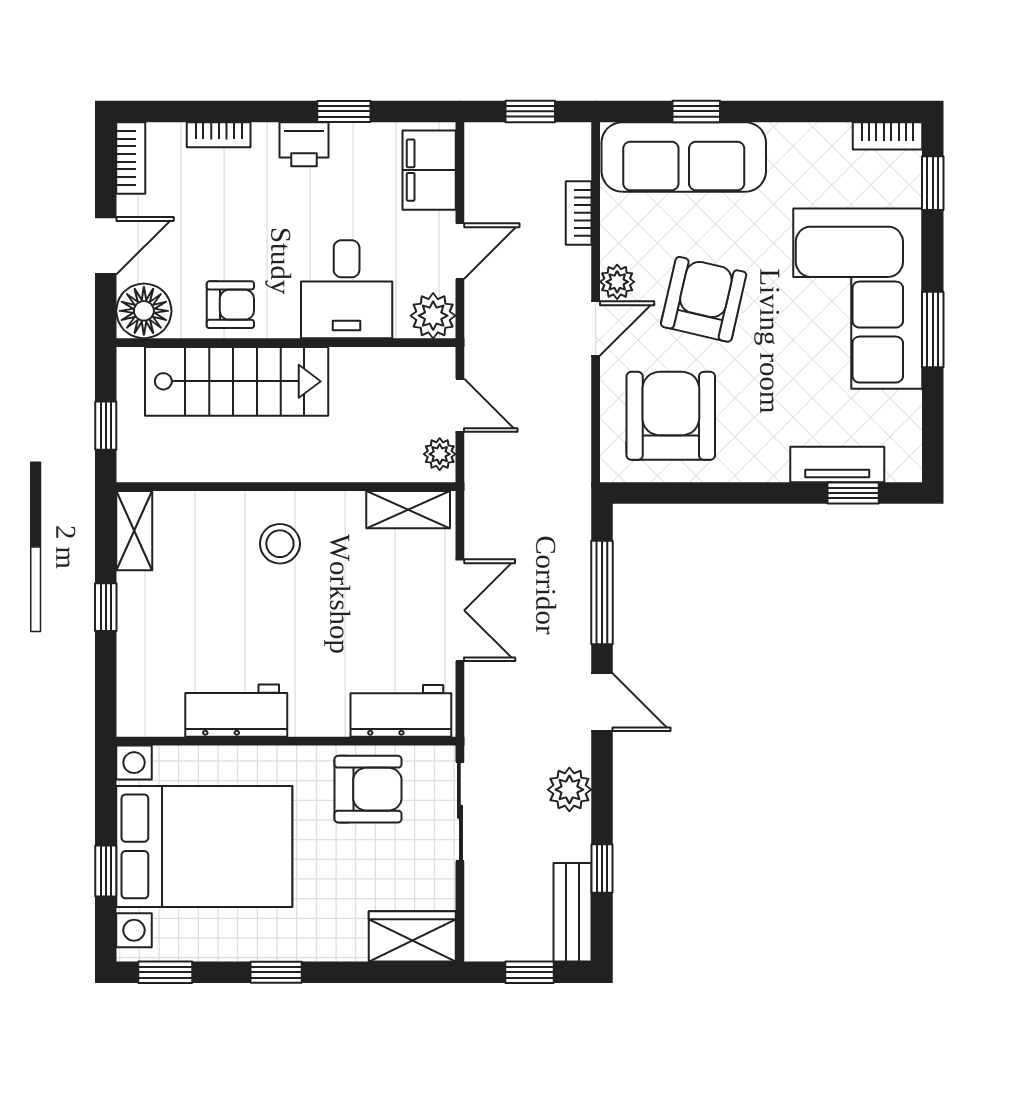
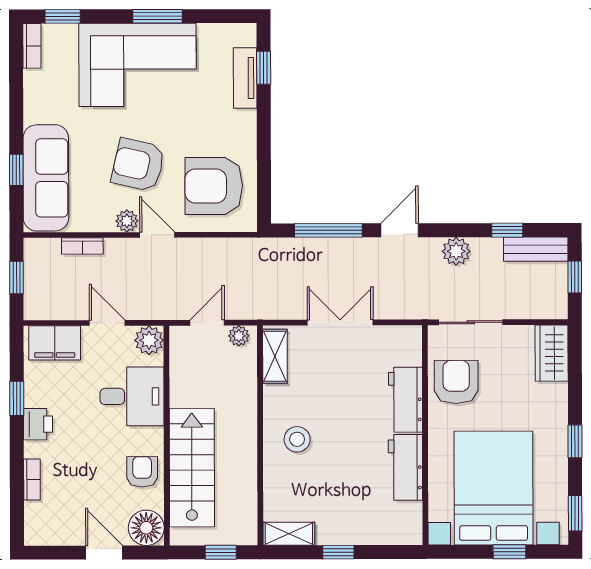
bookcase: (131, 158) -> (47, 536), removed
workbench: (401, 711) -> (405, 400), moved

